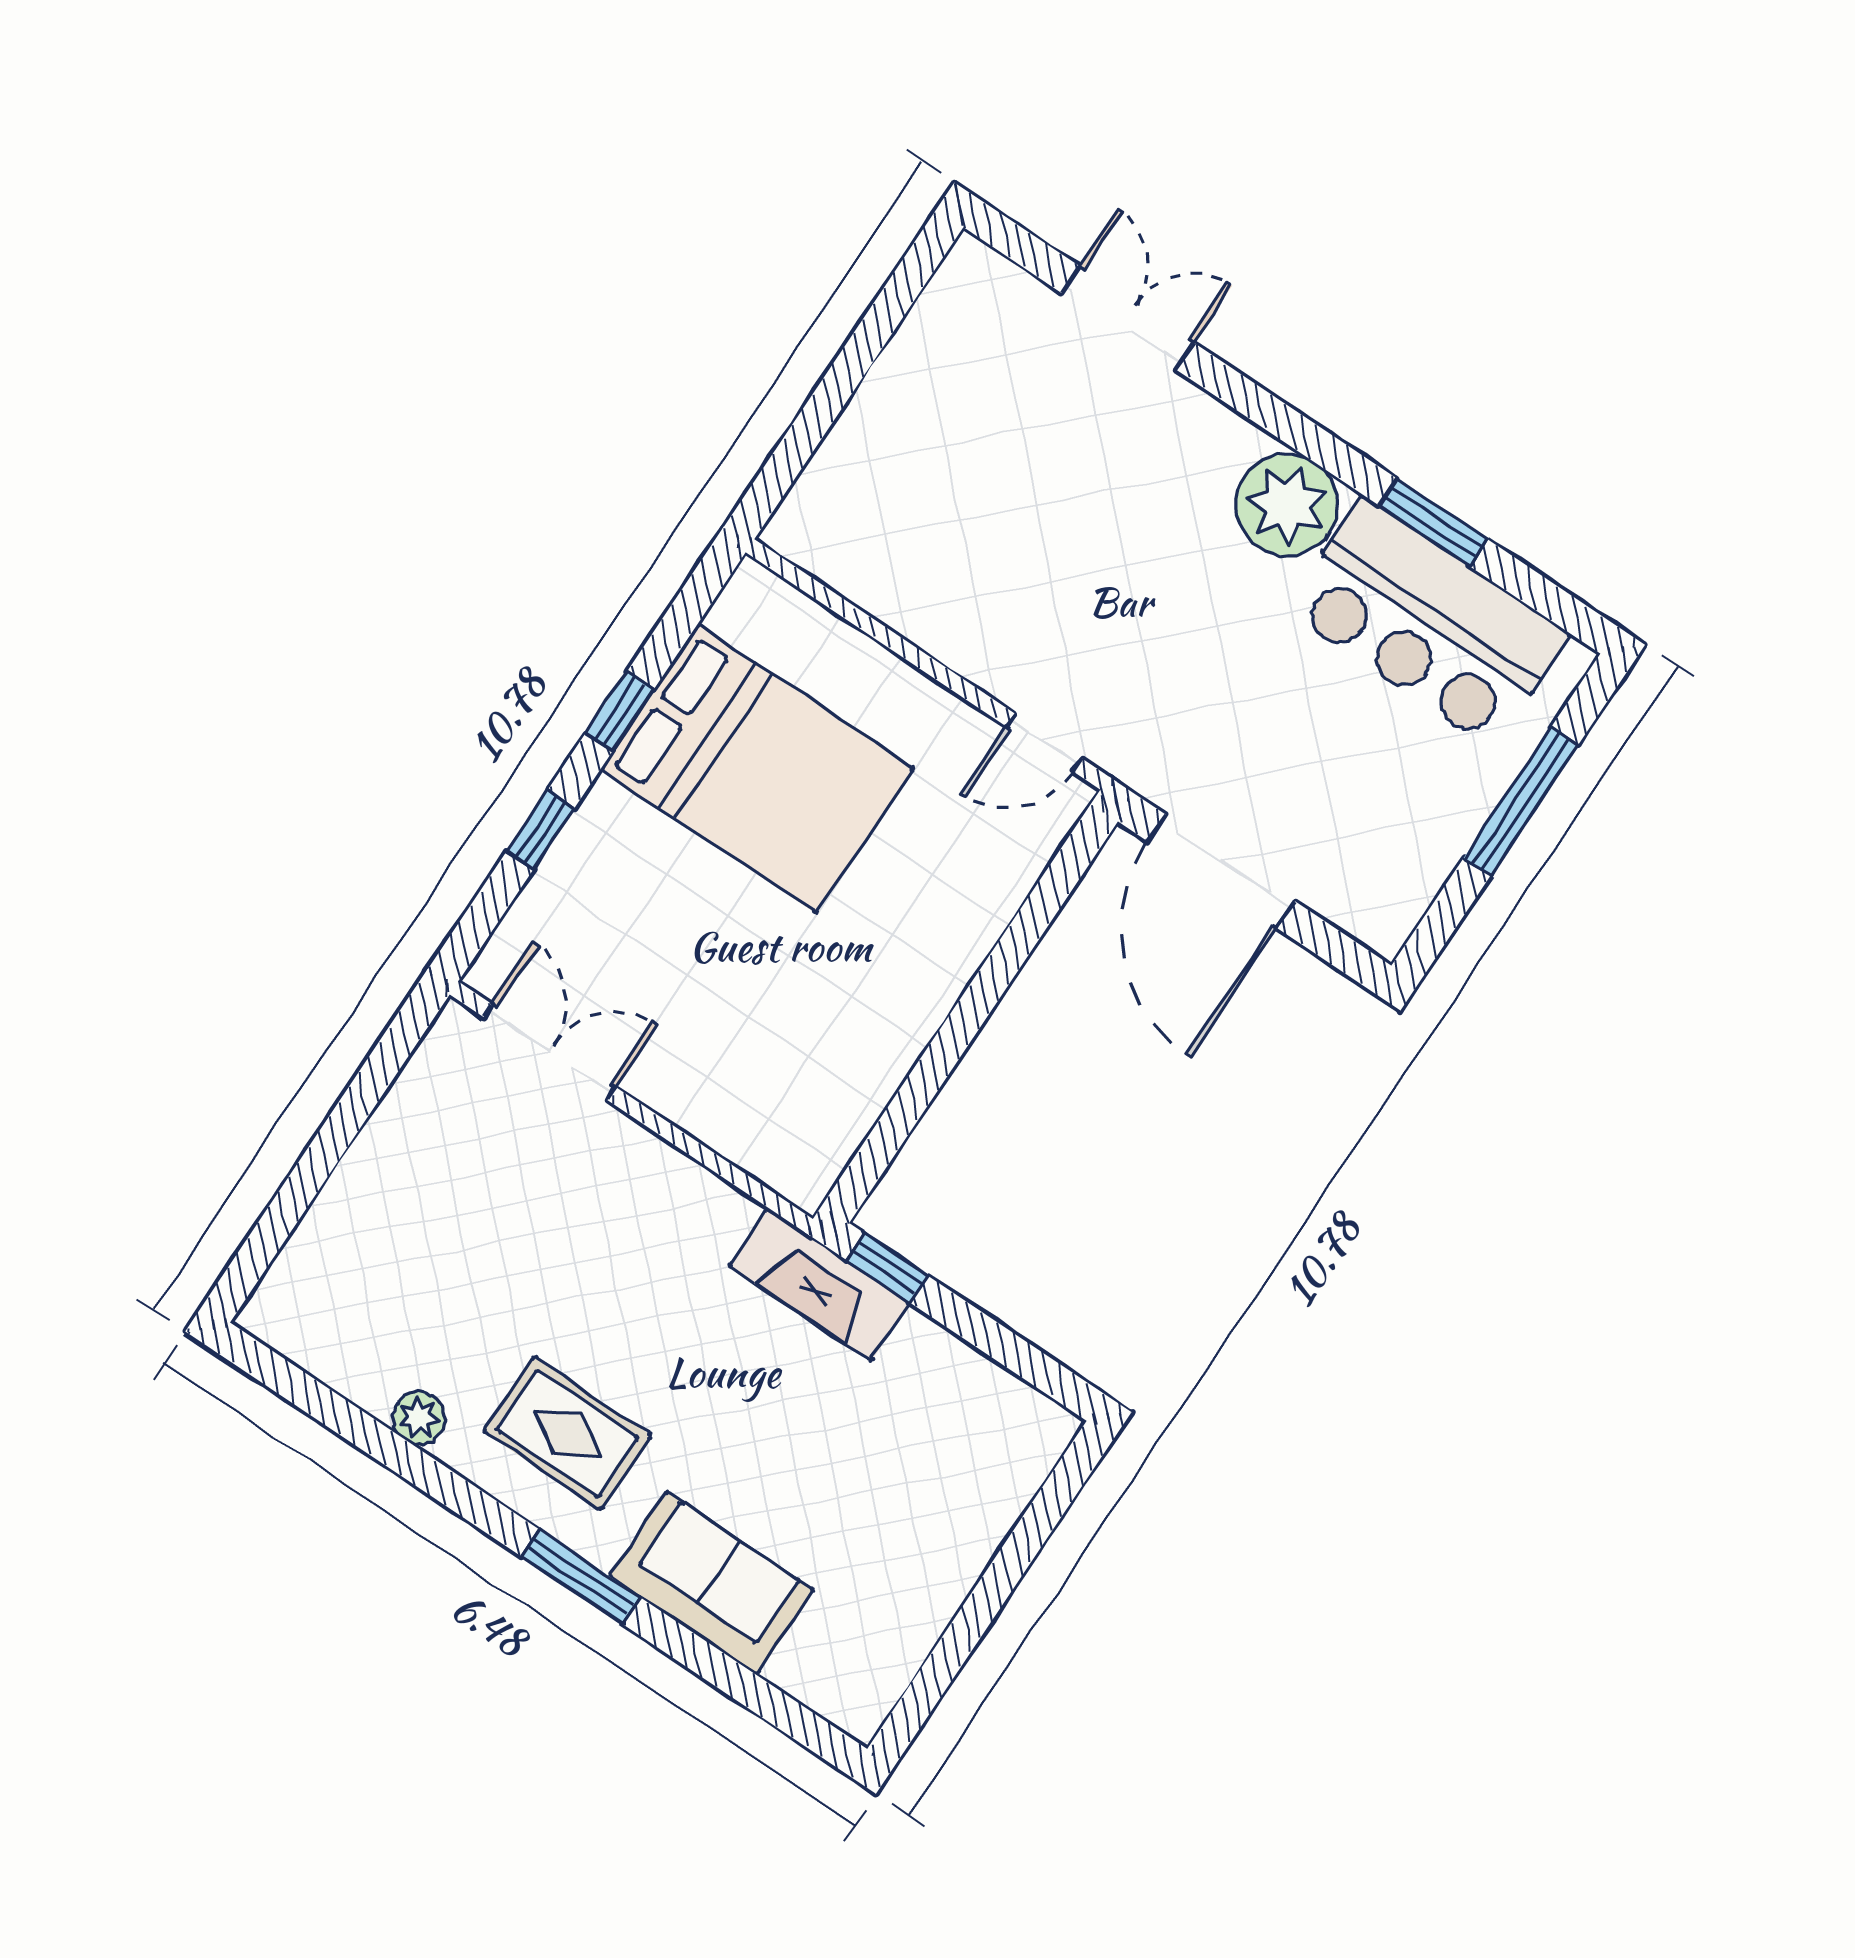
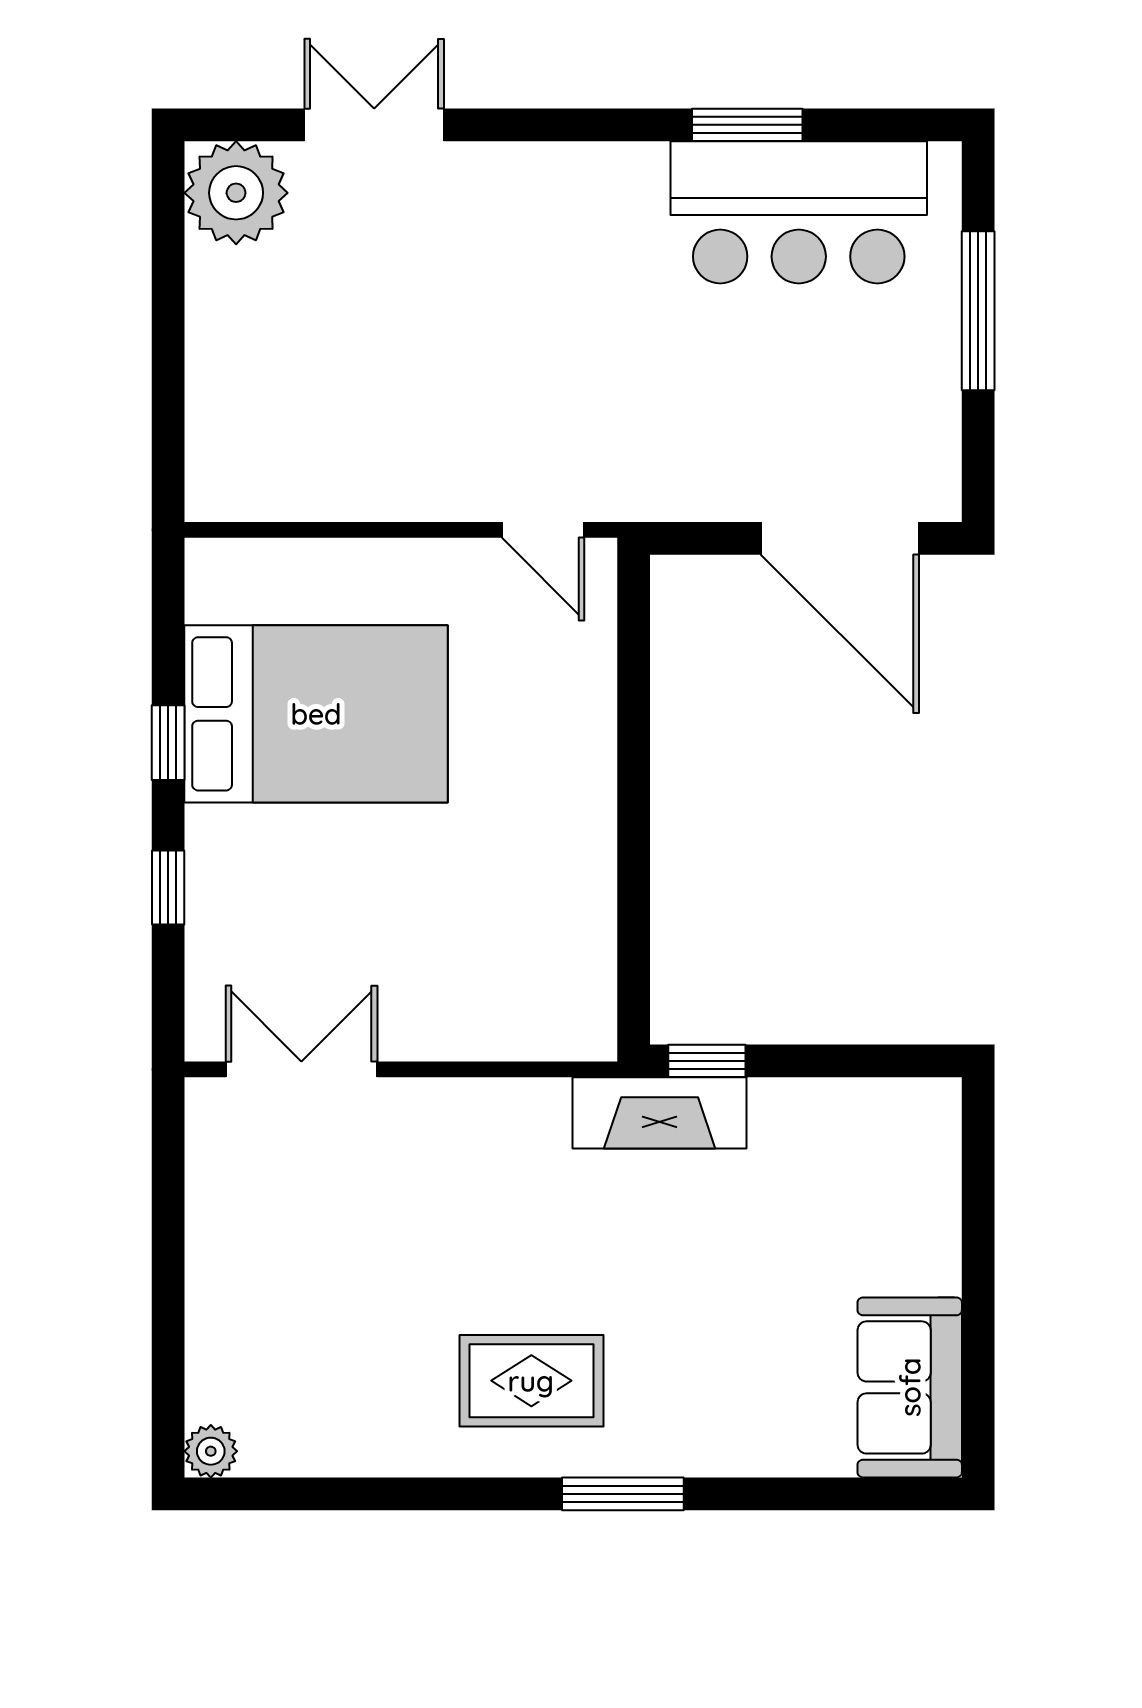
plant: (1287, 505) -> (236, 193), moved
door: (1044, 742) -> (543, 530), hinge flipped
door: (1221, 871) -> (840, 538), moved
plant: (419, 1418) -> (211, 1451), moved
sofa: (712, 1583) -> (910, 1387), moved, turned -90

